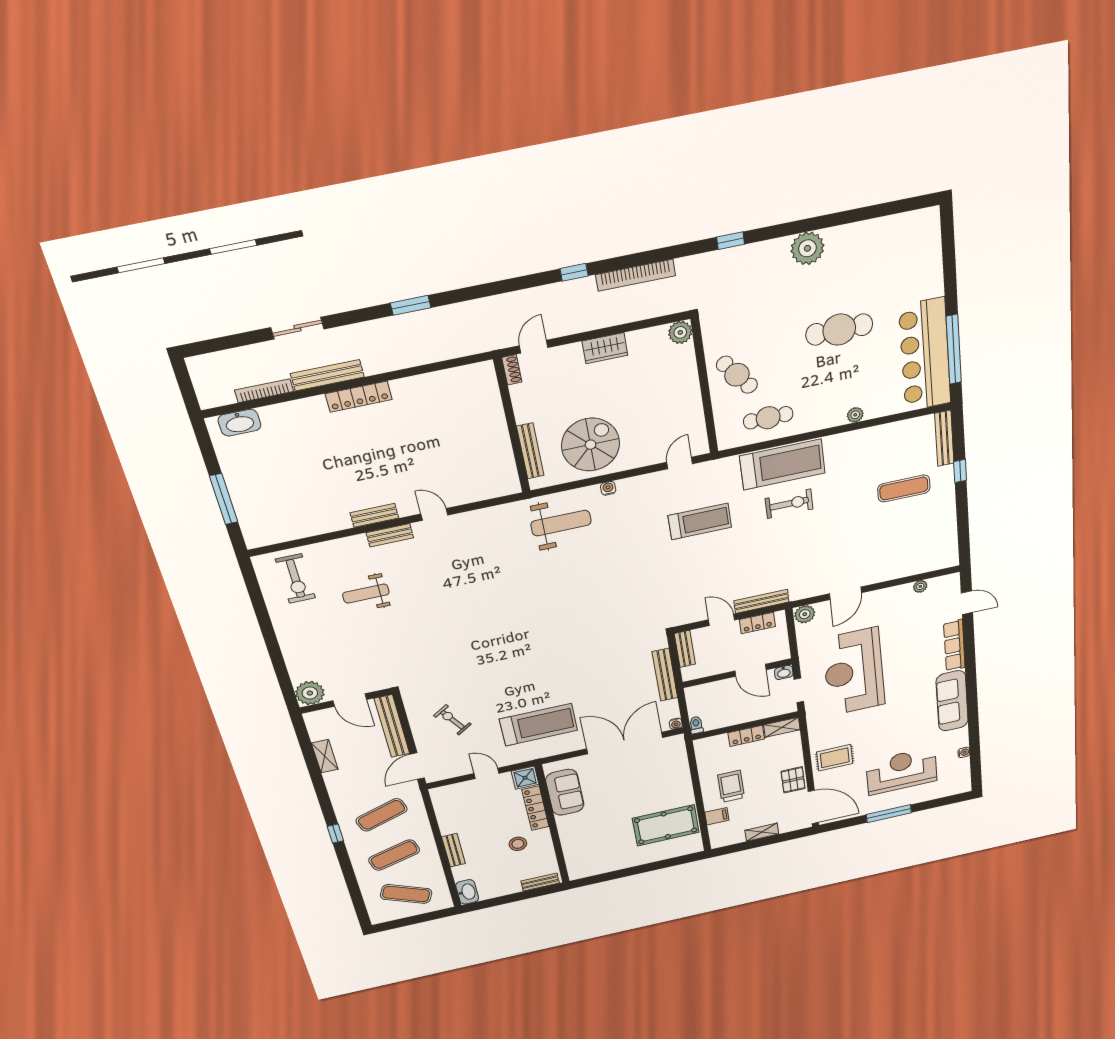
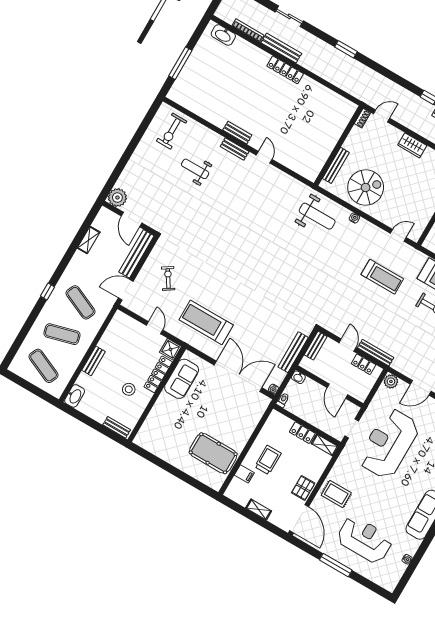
washbasin: (784, 672) -> (298, 377), moved
treadmill: (539, 725) -> (206, 322), turned 180
exercise mat: (382, 815) -> (80, 302), turned 42

